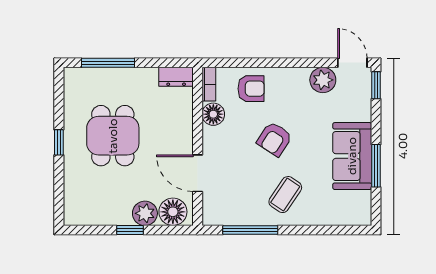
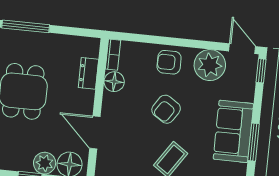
dresser: (176, 77) -> (88, 73), moved, turned 90
plant: (323, 80) -> (210, 65), width x1.36, depth x1.36
armchair: (251, 89) -> (169, 62), moved, turned 180

